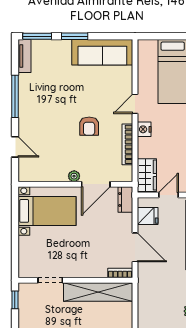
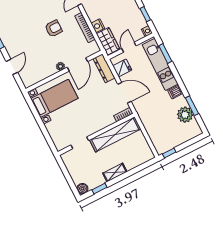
armchair: (89, 126) -> (54, 28), turned -90
nightstand: (144, 129) -> (98, 26), moved
door: (15, 147) -> (12, 67), hinge flipped
dresser: (125, 200) -> (104, 68), width x1.44
window: (15, 300) -> (63, 168), removed

